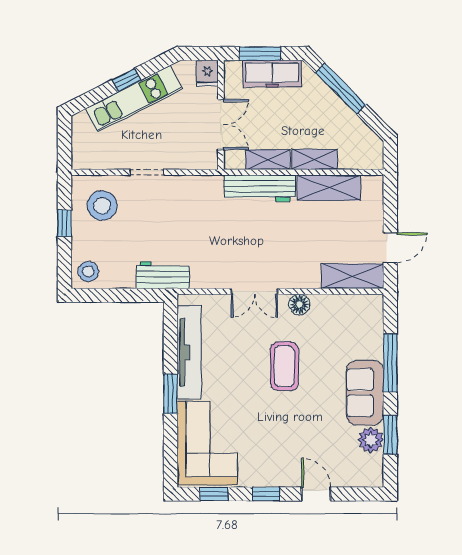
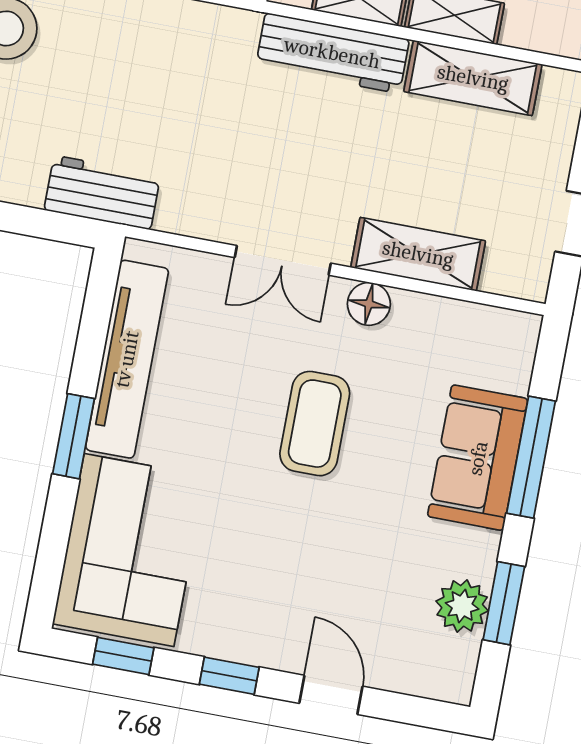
shelving: (353, 276) -> (418, 254), moved
sofa: (365, 393) -> (478, 458), moved

